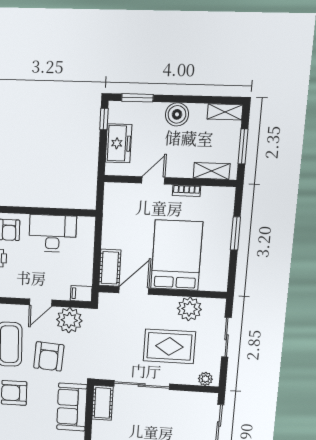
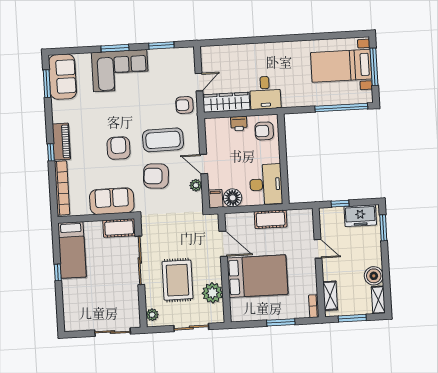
boiler: (177, 114) -> (374, 276), moved
window: (104, 119) -> (340, 204), moved
freezer: (119, 143) -> (360, 216), moved
bookcase: (187, 191) -> (314, 306), moved
desk: (53, 233) -> (266, 184), moved
cot: (110, 268) -> (271, 219), moved
floor lamp: (82, 274) -> (233, 198), added
plant: (69, 320) -> (196, 185), width x0.53, depth x0.53

